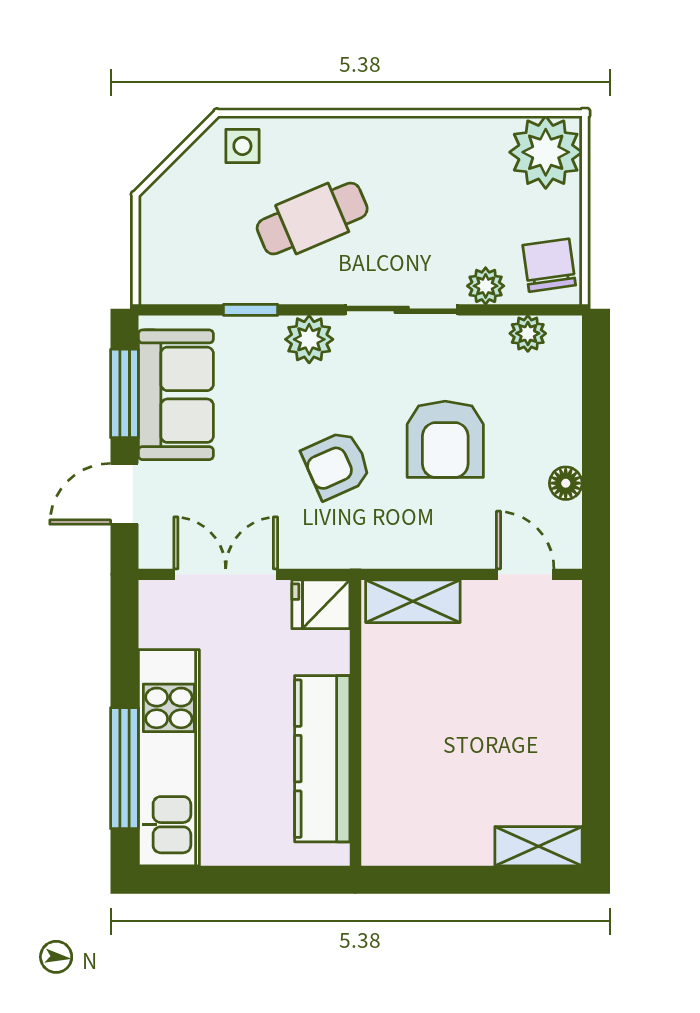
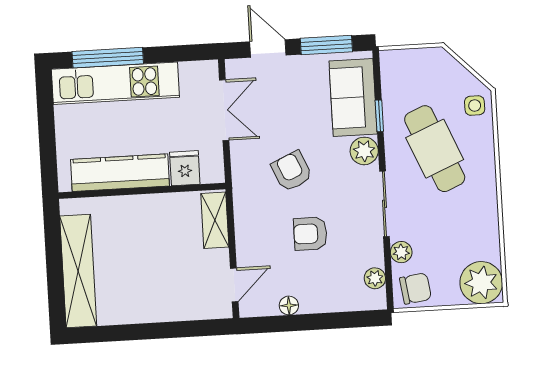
cafe table: (312, 219) -> (435, 149), width x1.37, depth x1.35
sofa: (176, 395) -> (353, 98), moved, turned 90
armchair: (445, 439) -> (310, 234), width x0.72, depth x0.72
fridge: (321, 604) -> (185, 168), moved
shelving: (538, 846) -> (78, 271), width x2.20, depth x1.33

